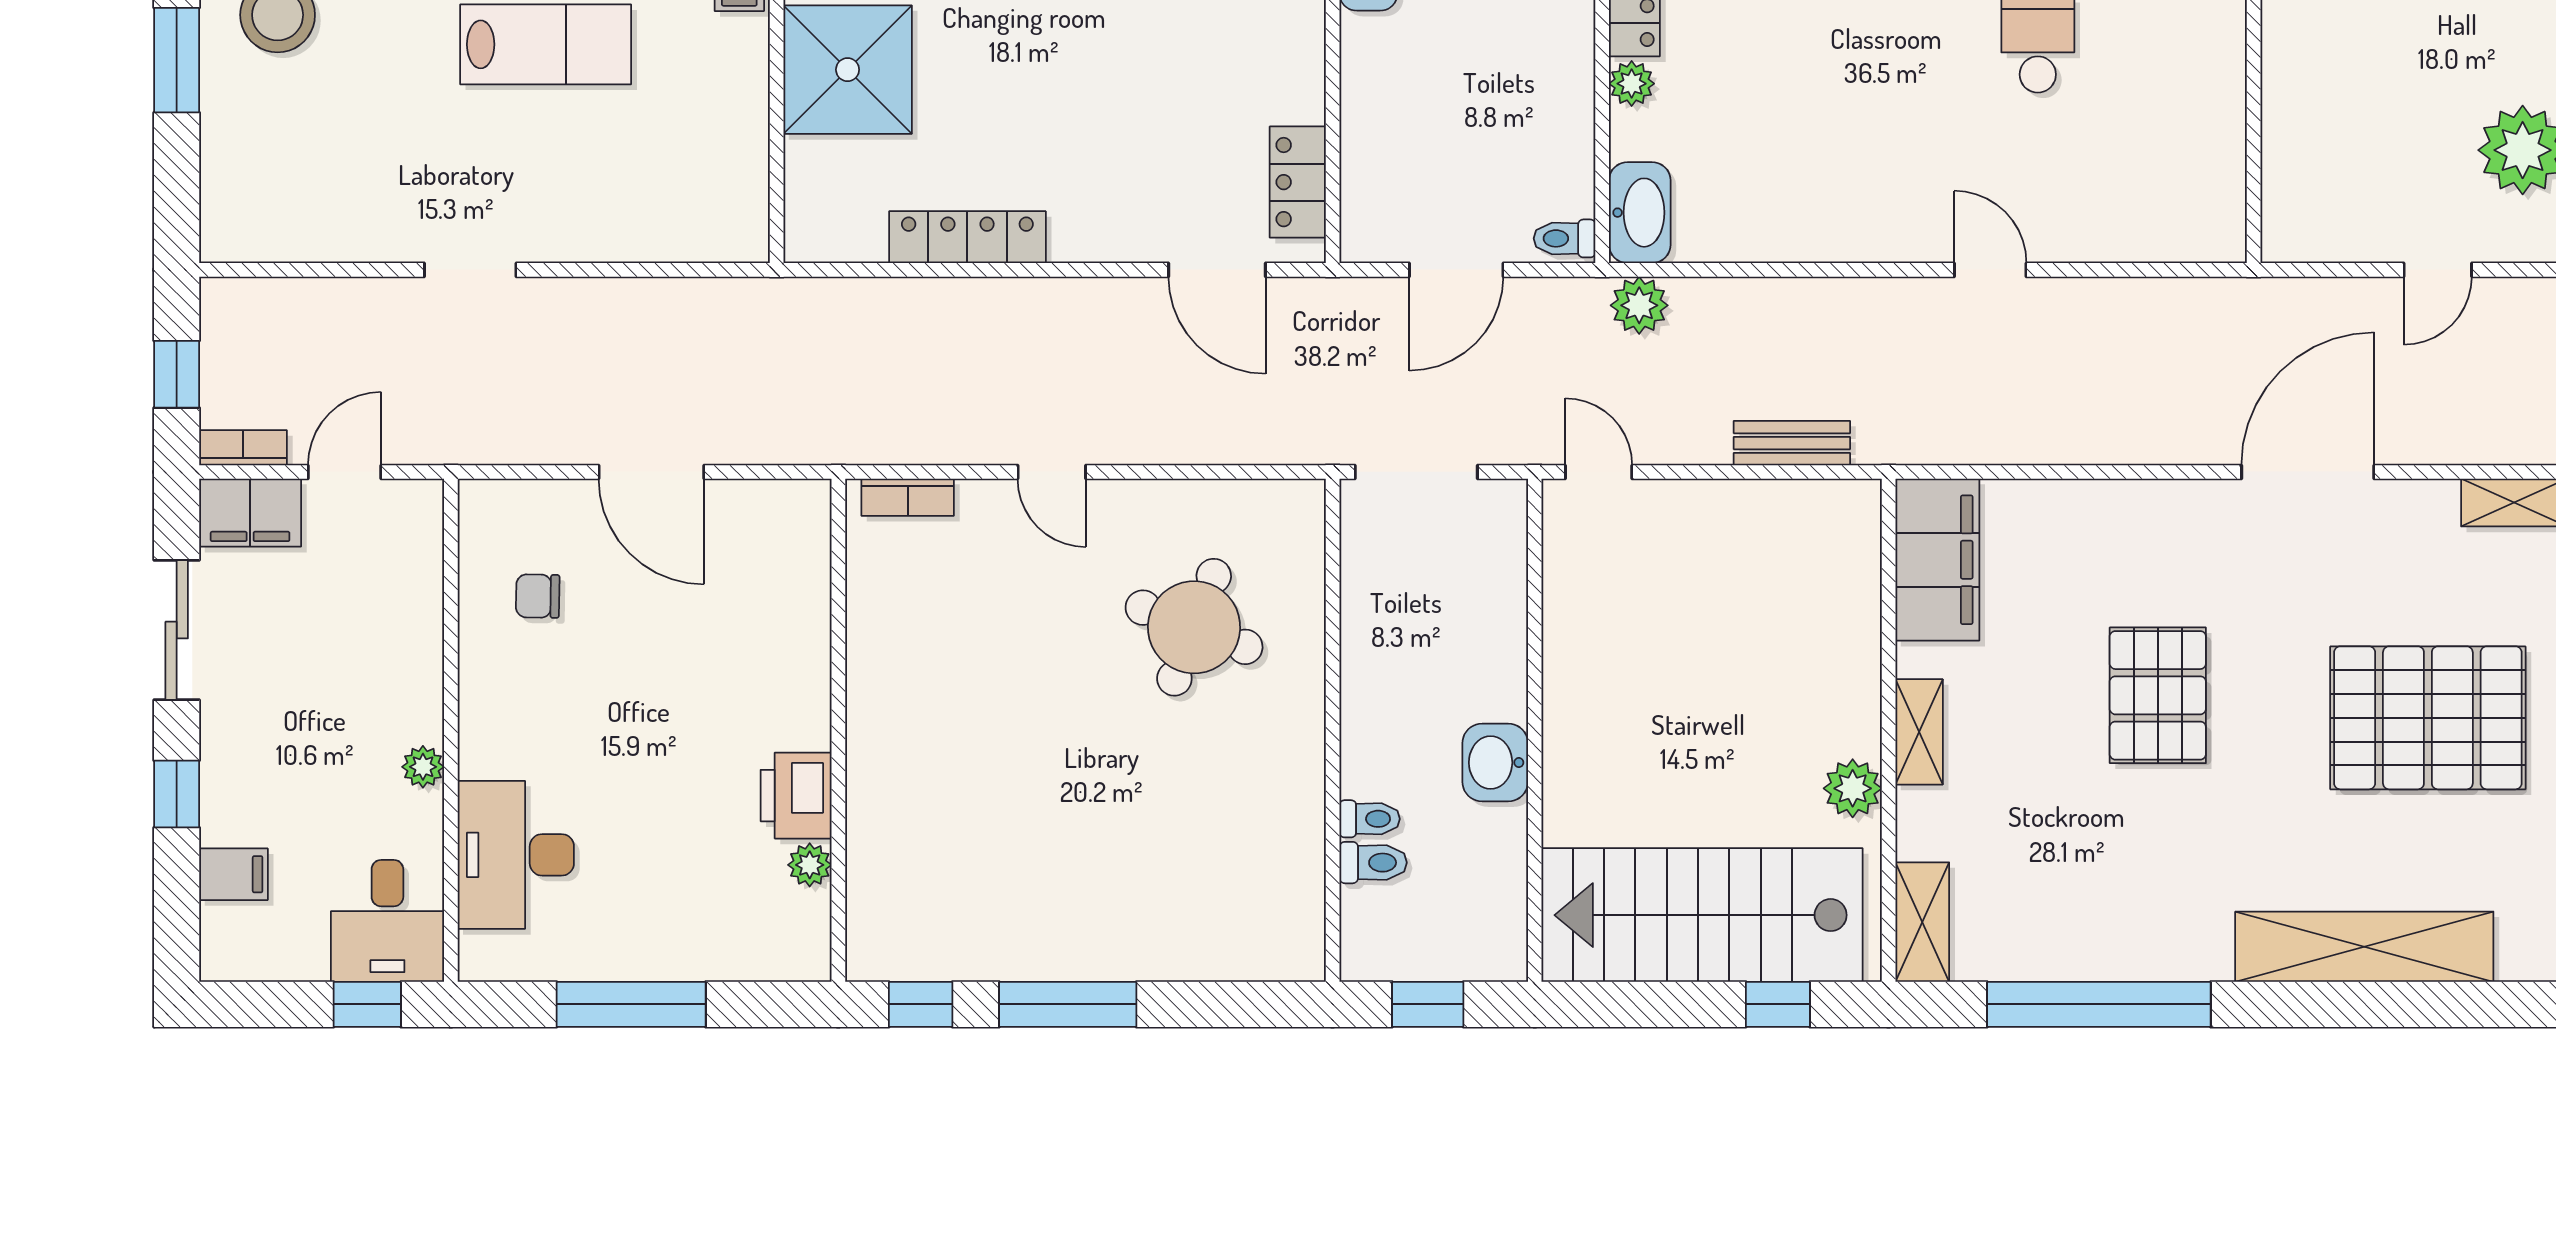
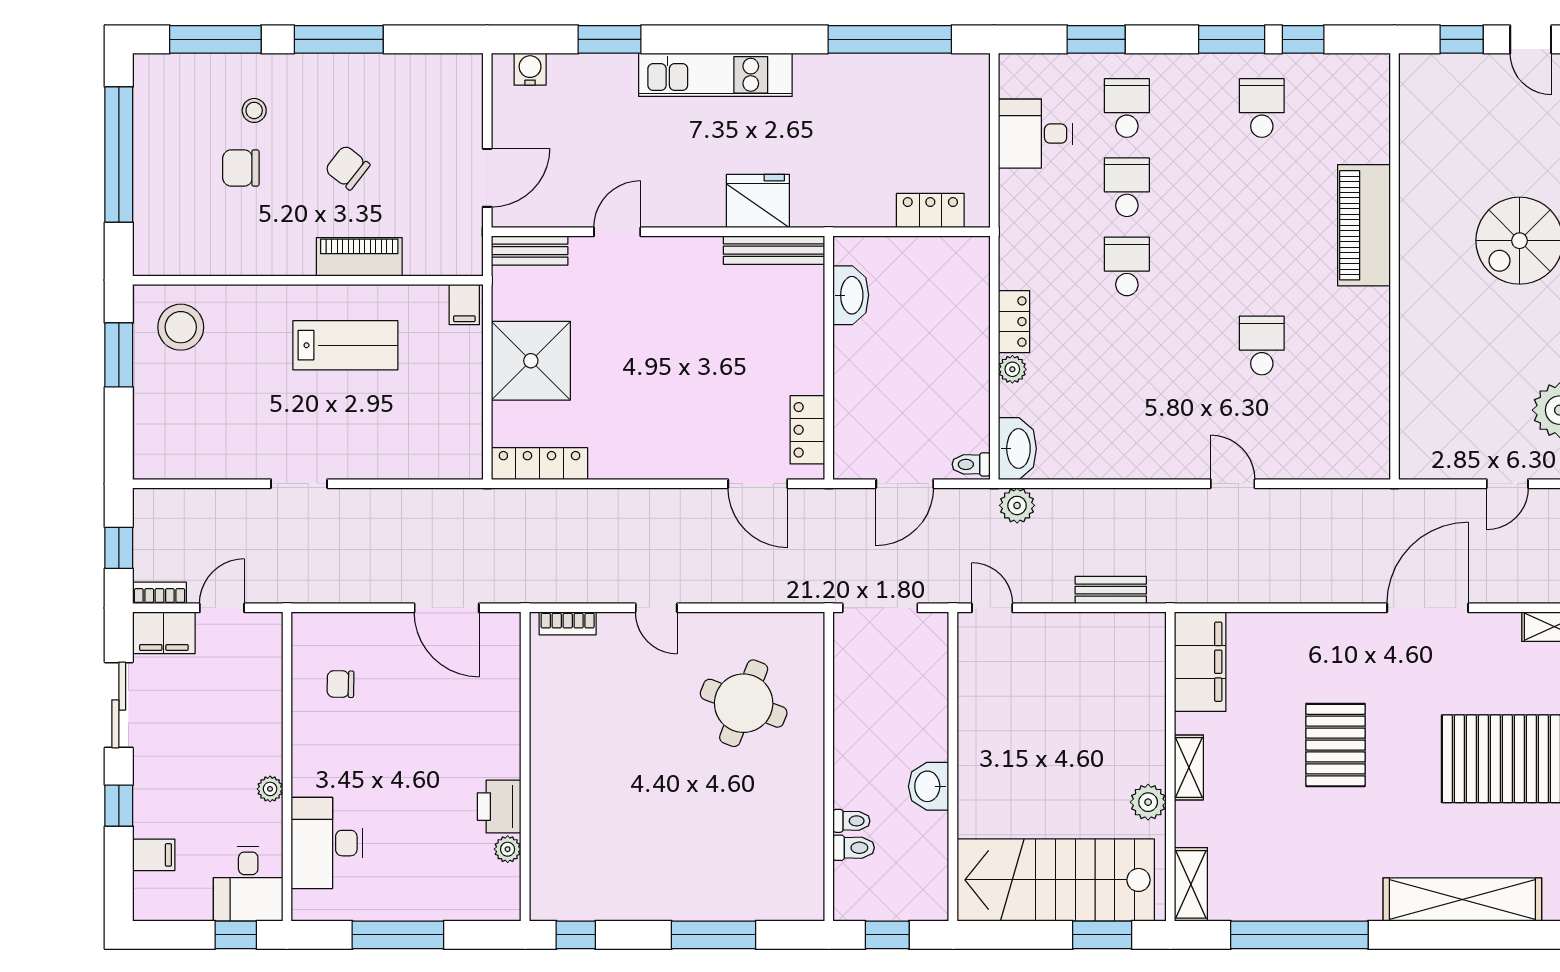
locker: (967, 237) -> (539, 464), moved
door: (651, 472) -> (447, 608), moved
window: (1068, 1004) -> (714, 935), moved
window: (1778, 1004) -> (1102, 935), width x1.50

